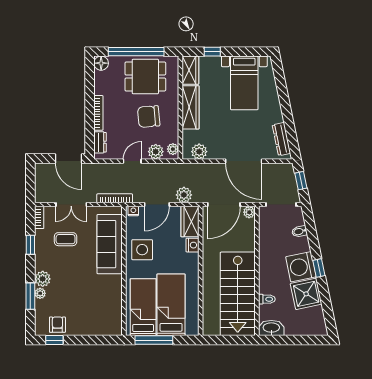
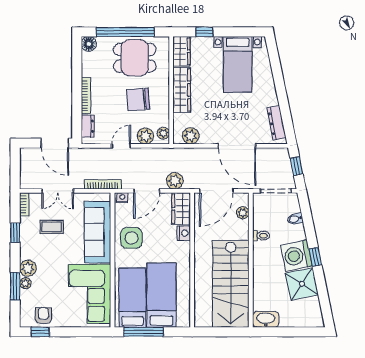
plant: (249, 212) -> (243, 213), moved
toilet: (267, 299) -> (261, 236), moved
corner sofa: (102, 303) -> (90, 294), added

